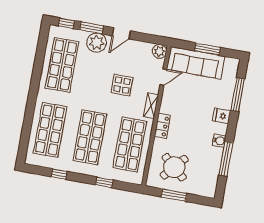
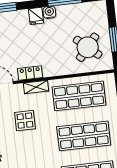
fridge: (222, 116) -> (36, 16), moved
locker: (162, 126) -> (30, 73), moved

